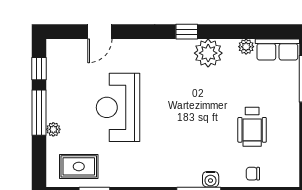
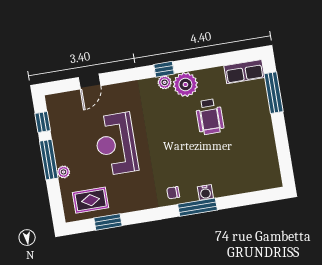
plant: (246, 47) -> (165, 82), moved
wheelchair: (252, 127) -> (210, 117), moved
chair: (253, 174) -> (173, 193), moved

